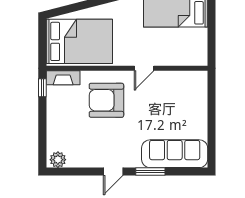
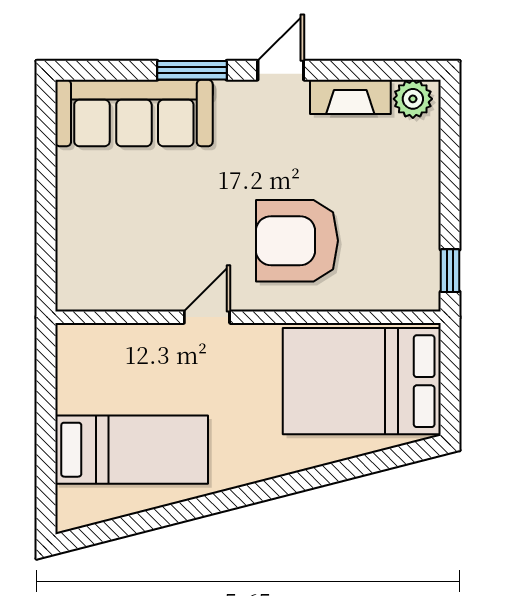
fireplace: (63, 78) -> (350, 97), moved, turned 180
armchair: (106, 100) -> (297, 241), turned 180

